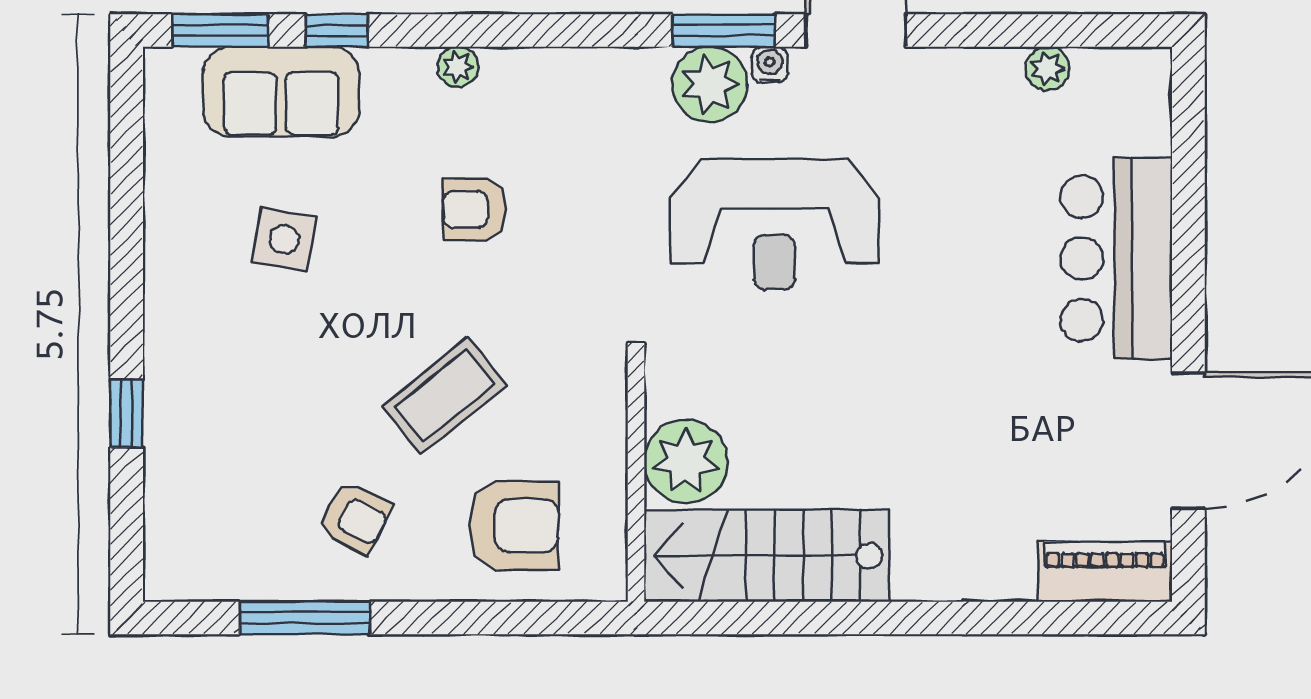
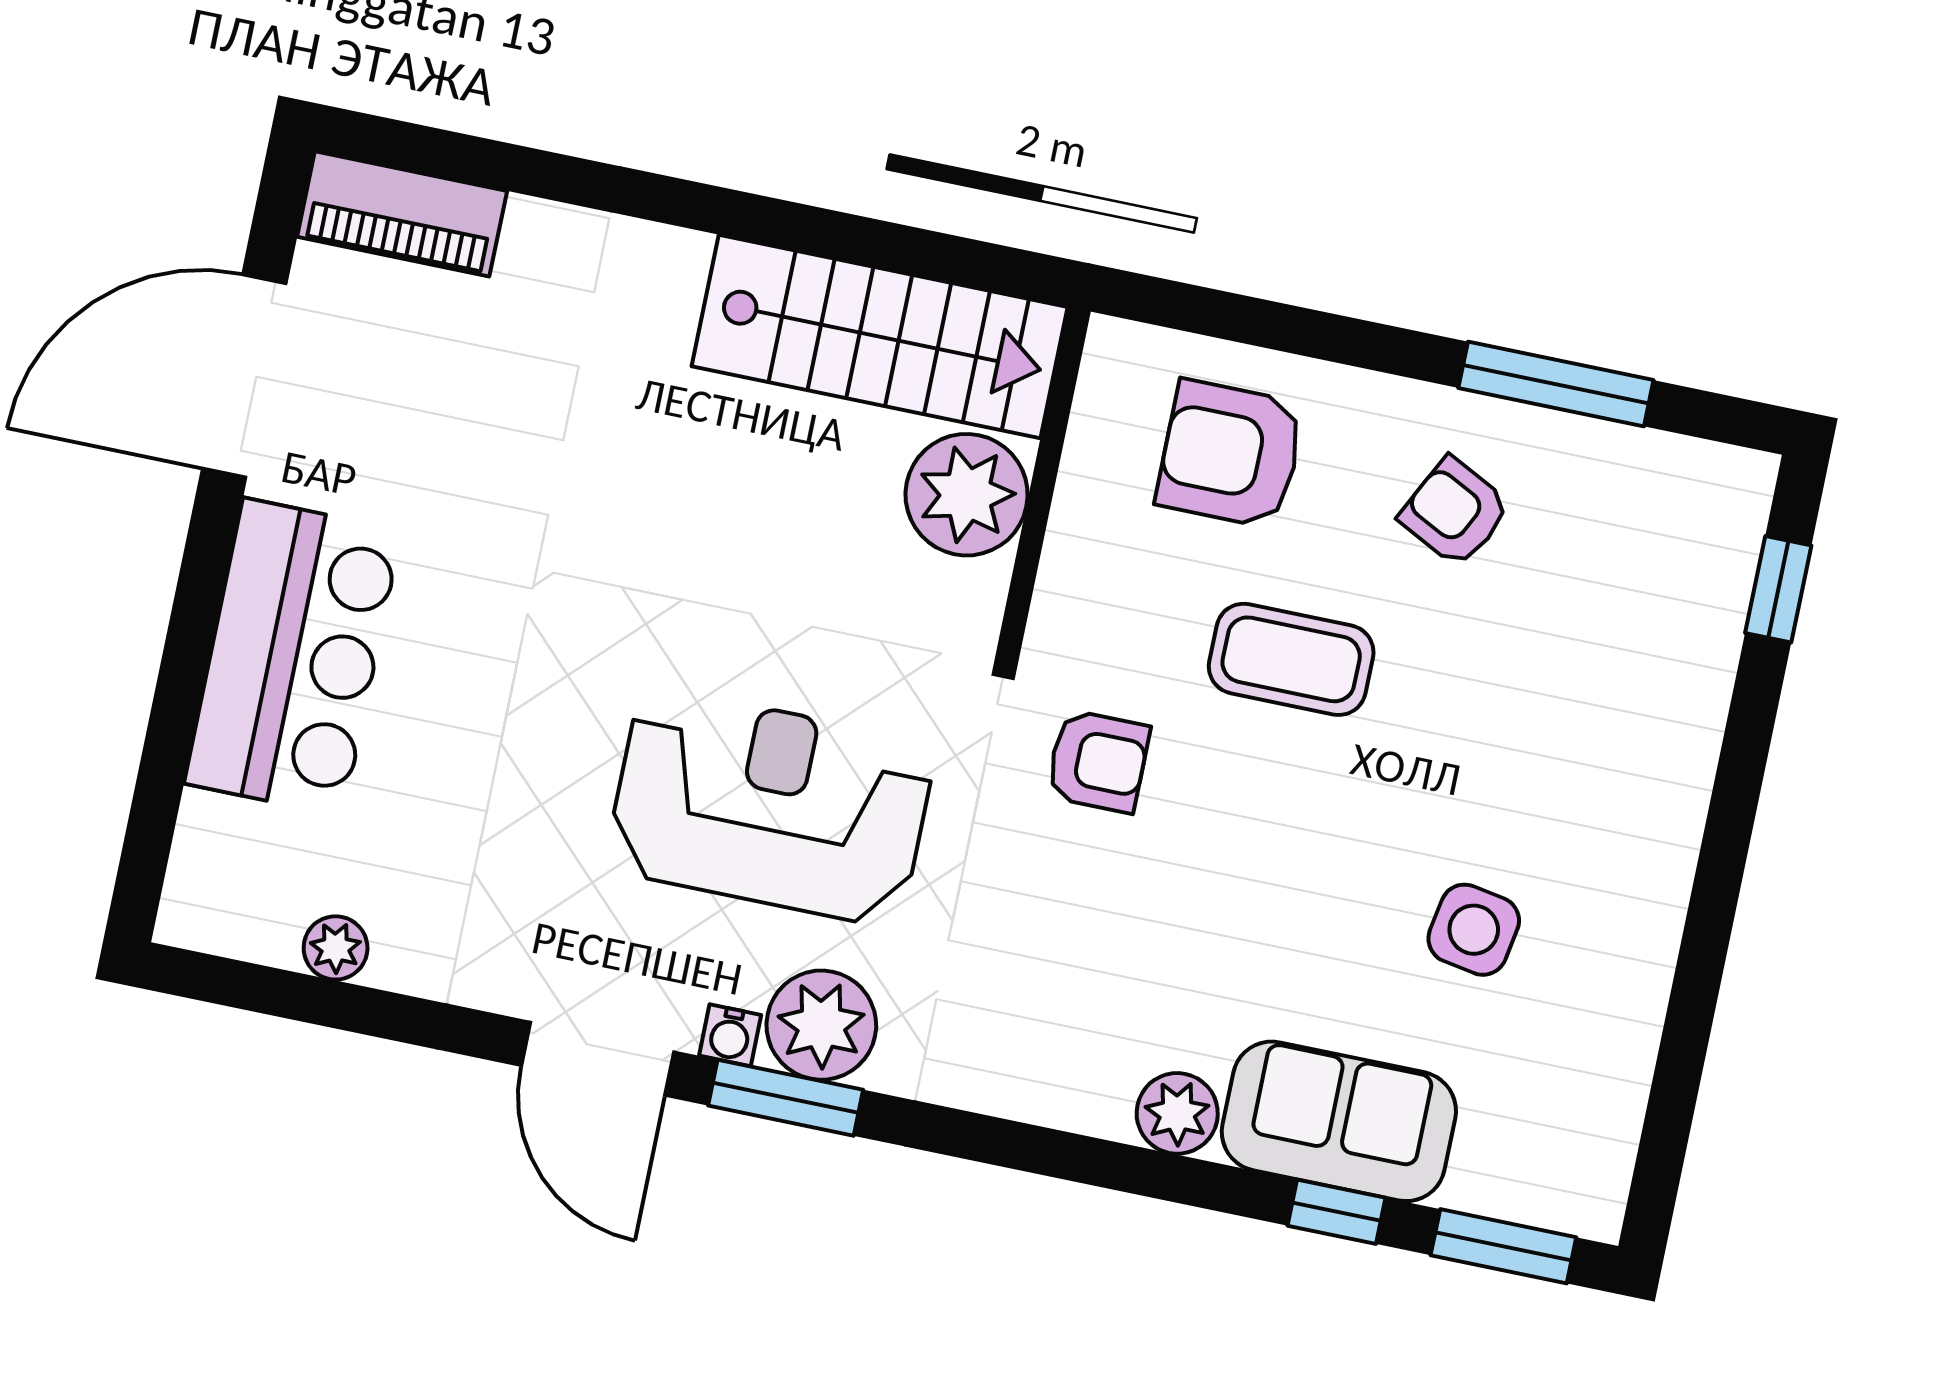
plant: (458, 67) -> (1177, 1113), width x1.38, depth x1.38
sofa: (281, 92) -> (1339, 1121), moved
armchair: (474, 210) -> (1098, 761), moved
coffee table: (445, 396) -> (1291, 659), turned 39
window: (127, 413) -> (1778, 589), moved

